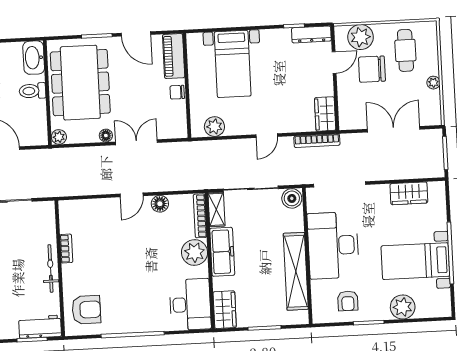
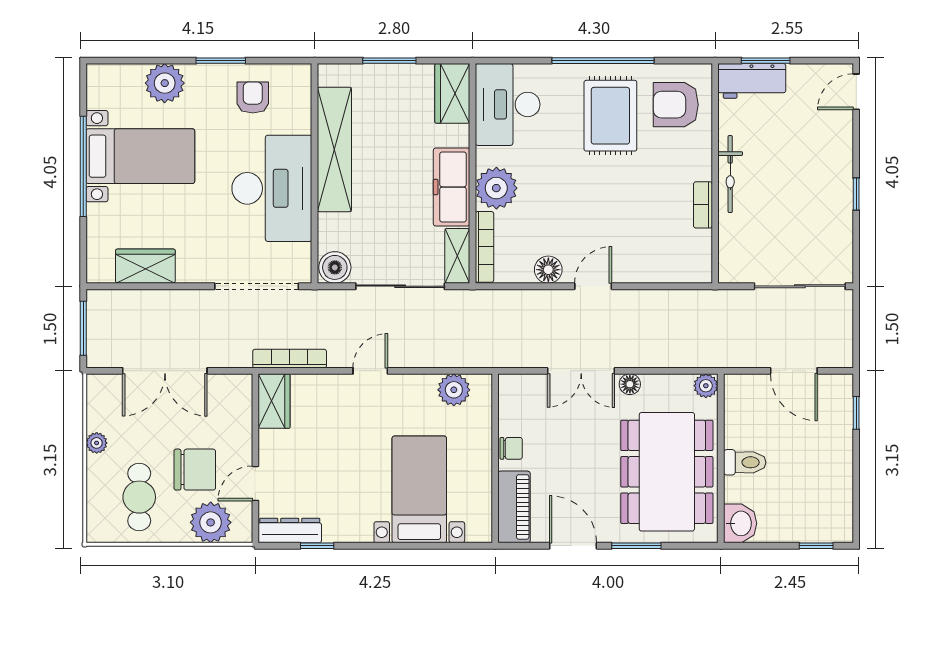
washbasin: (34, 58) -> (740, 523), width x0.72
rug: (126, 301) -> (610, 116), added

